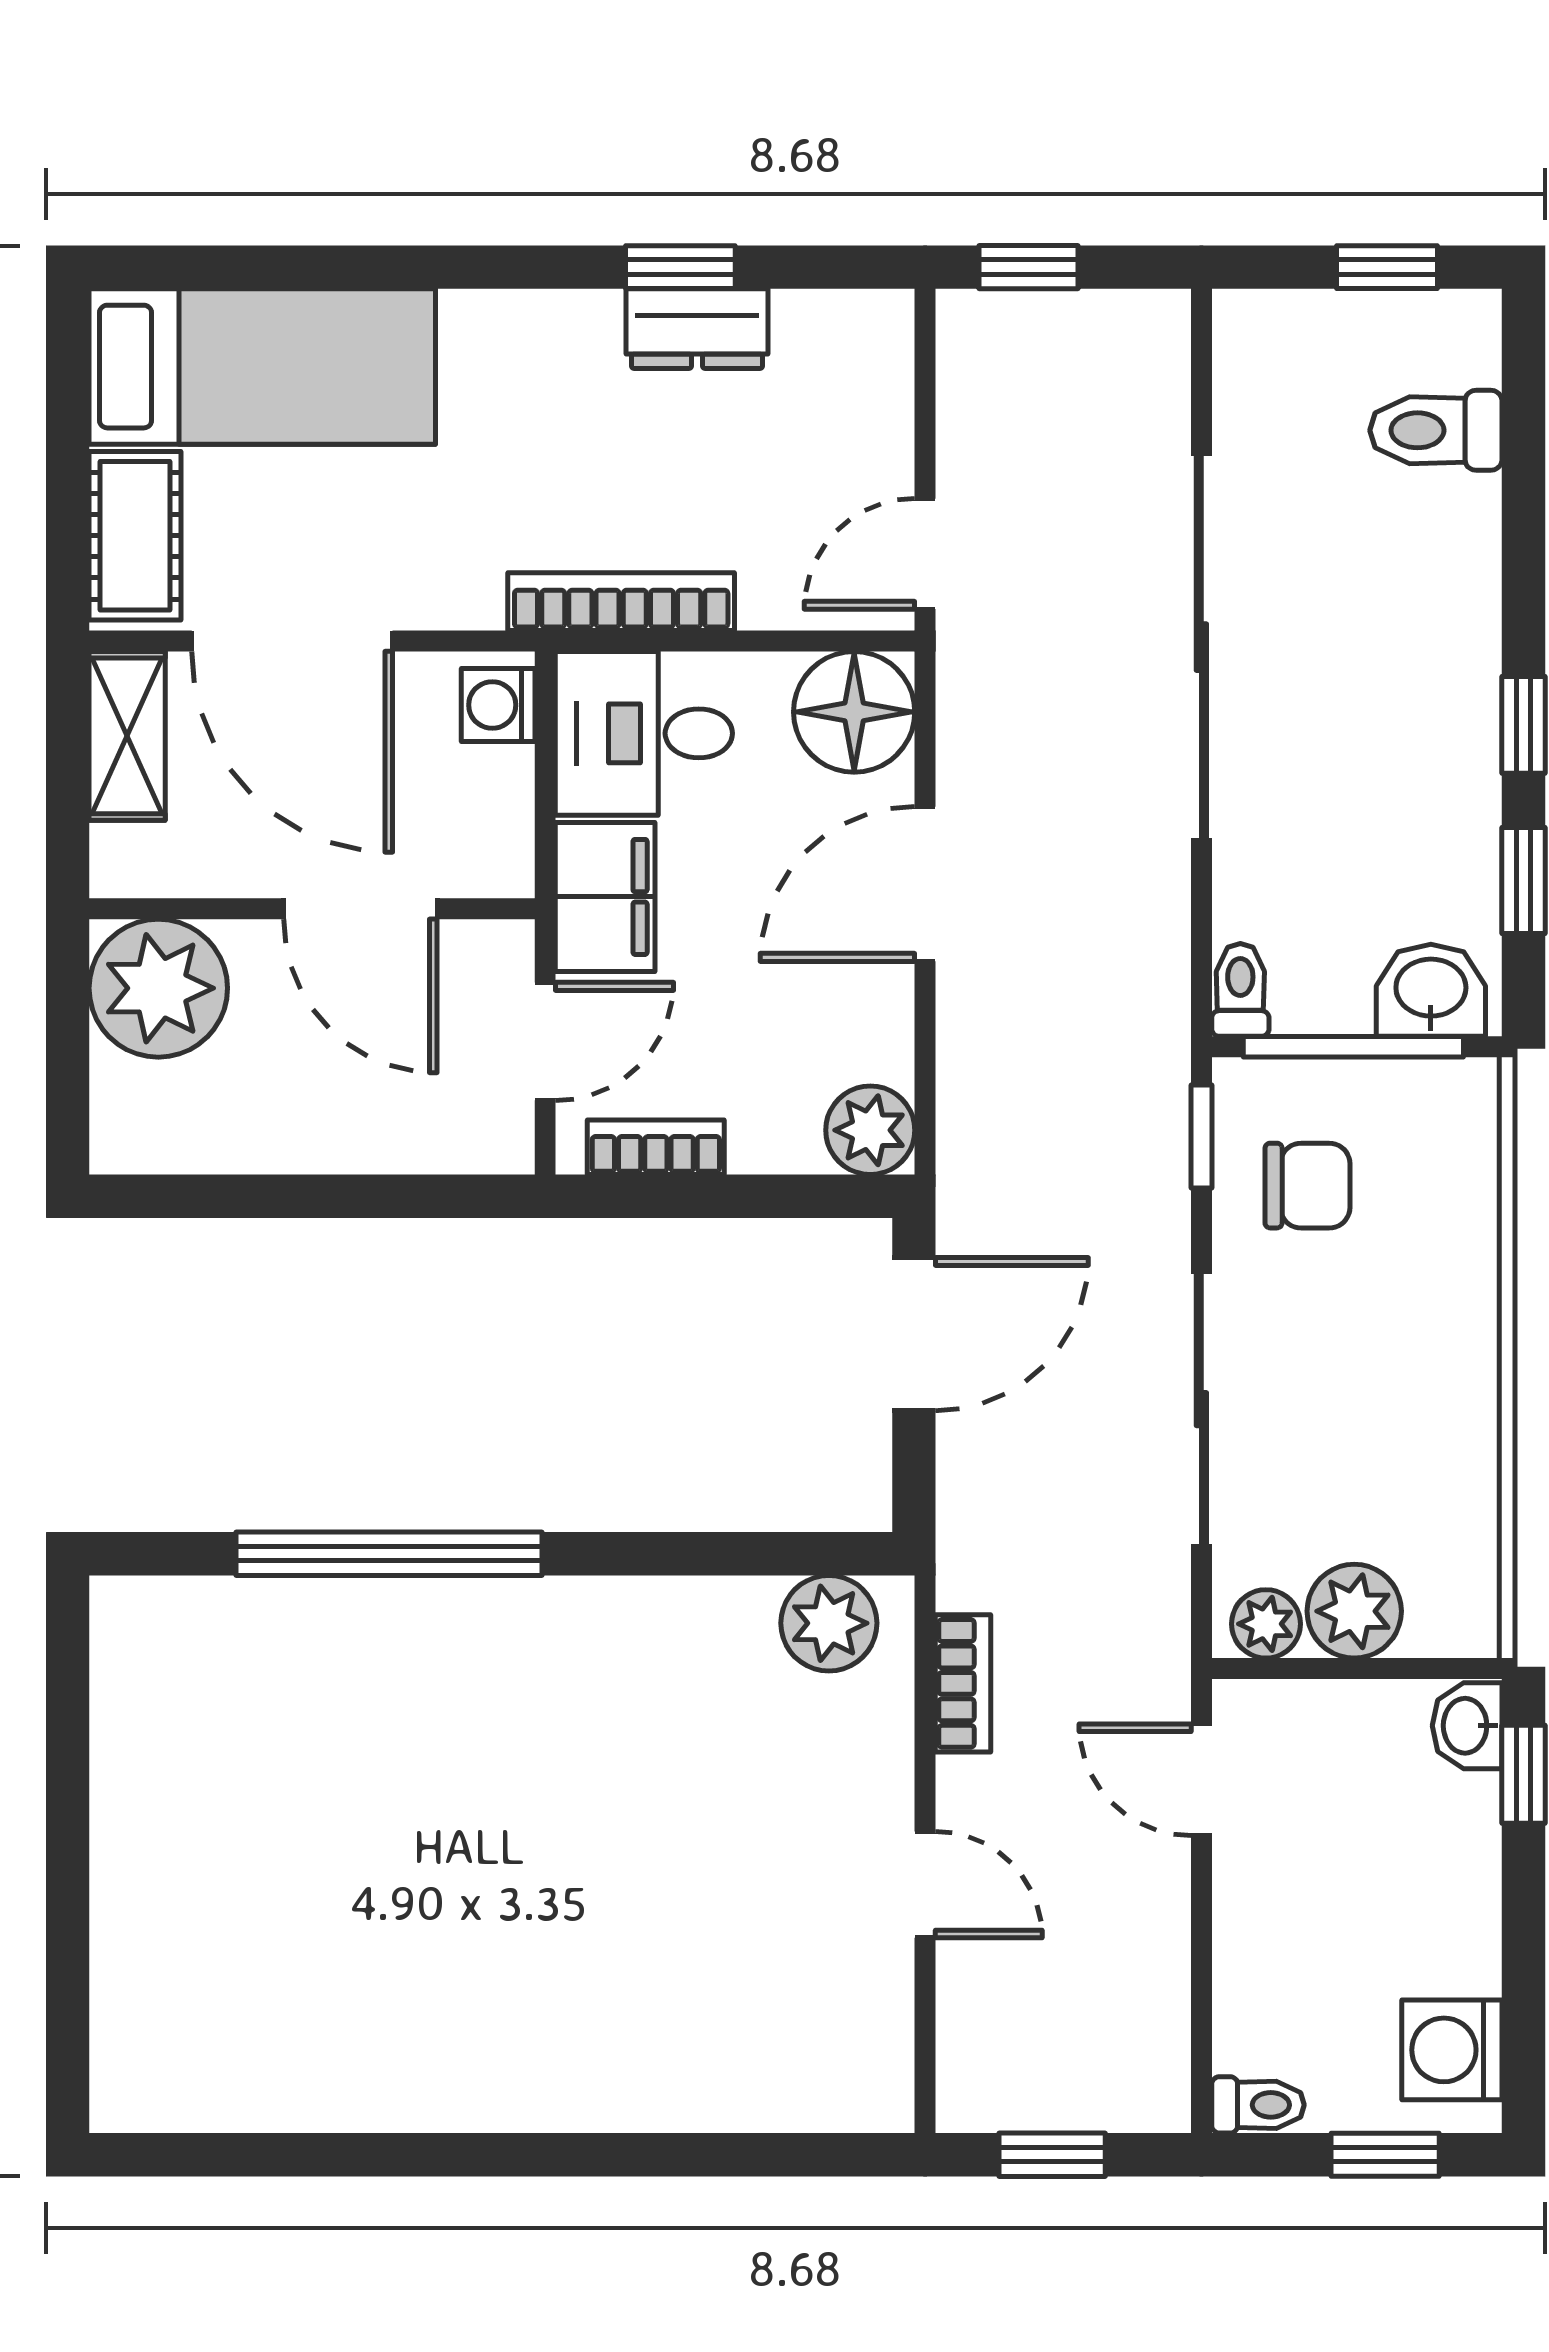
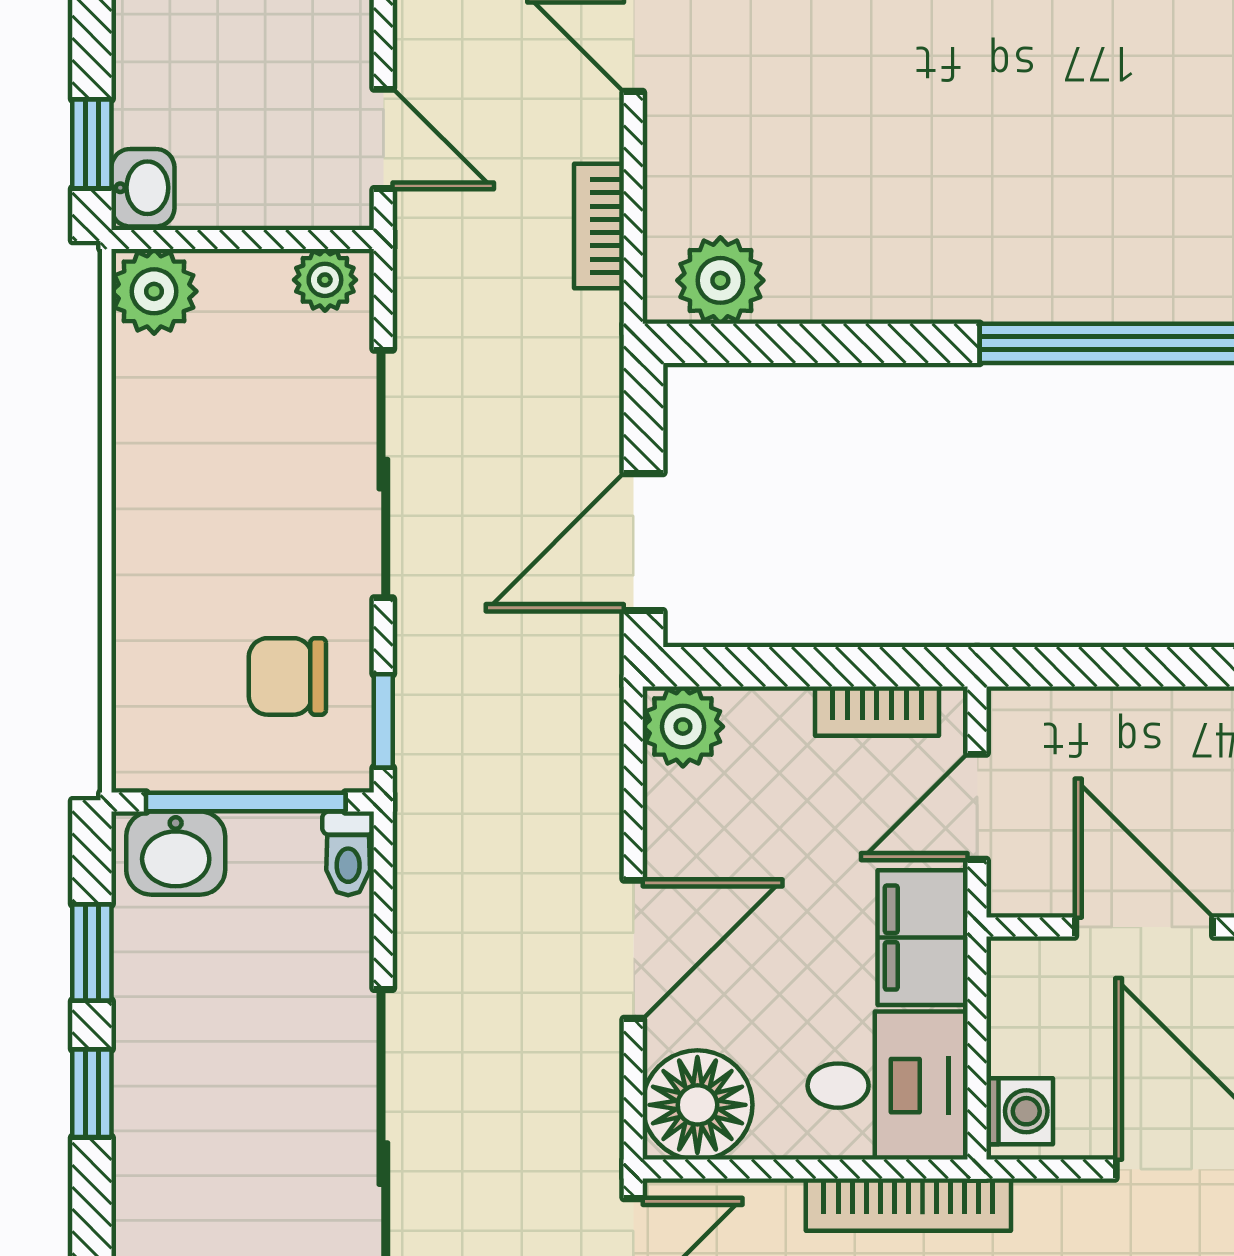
plant: (1354, 1611) -> (154, 291), moved

